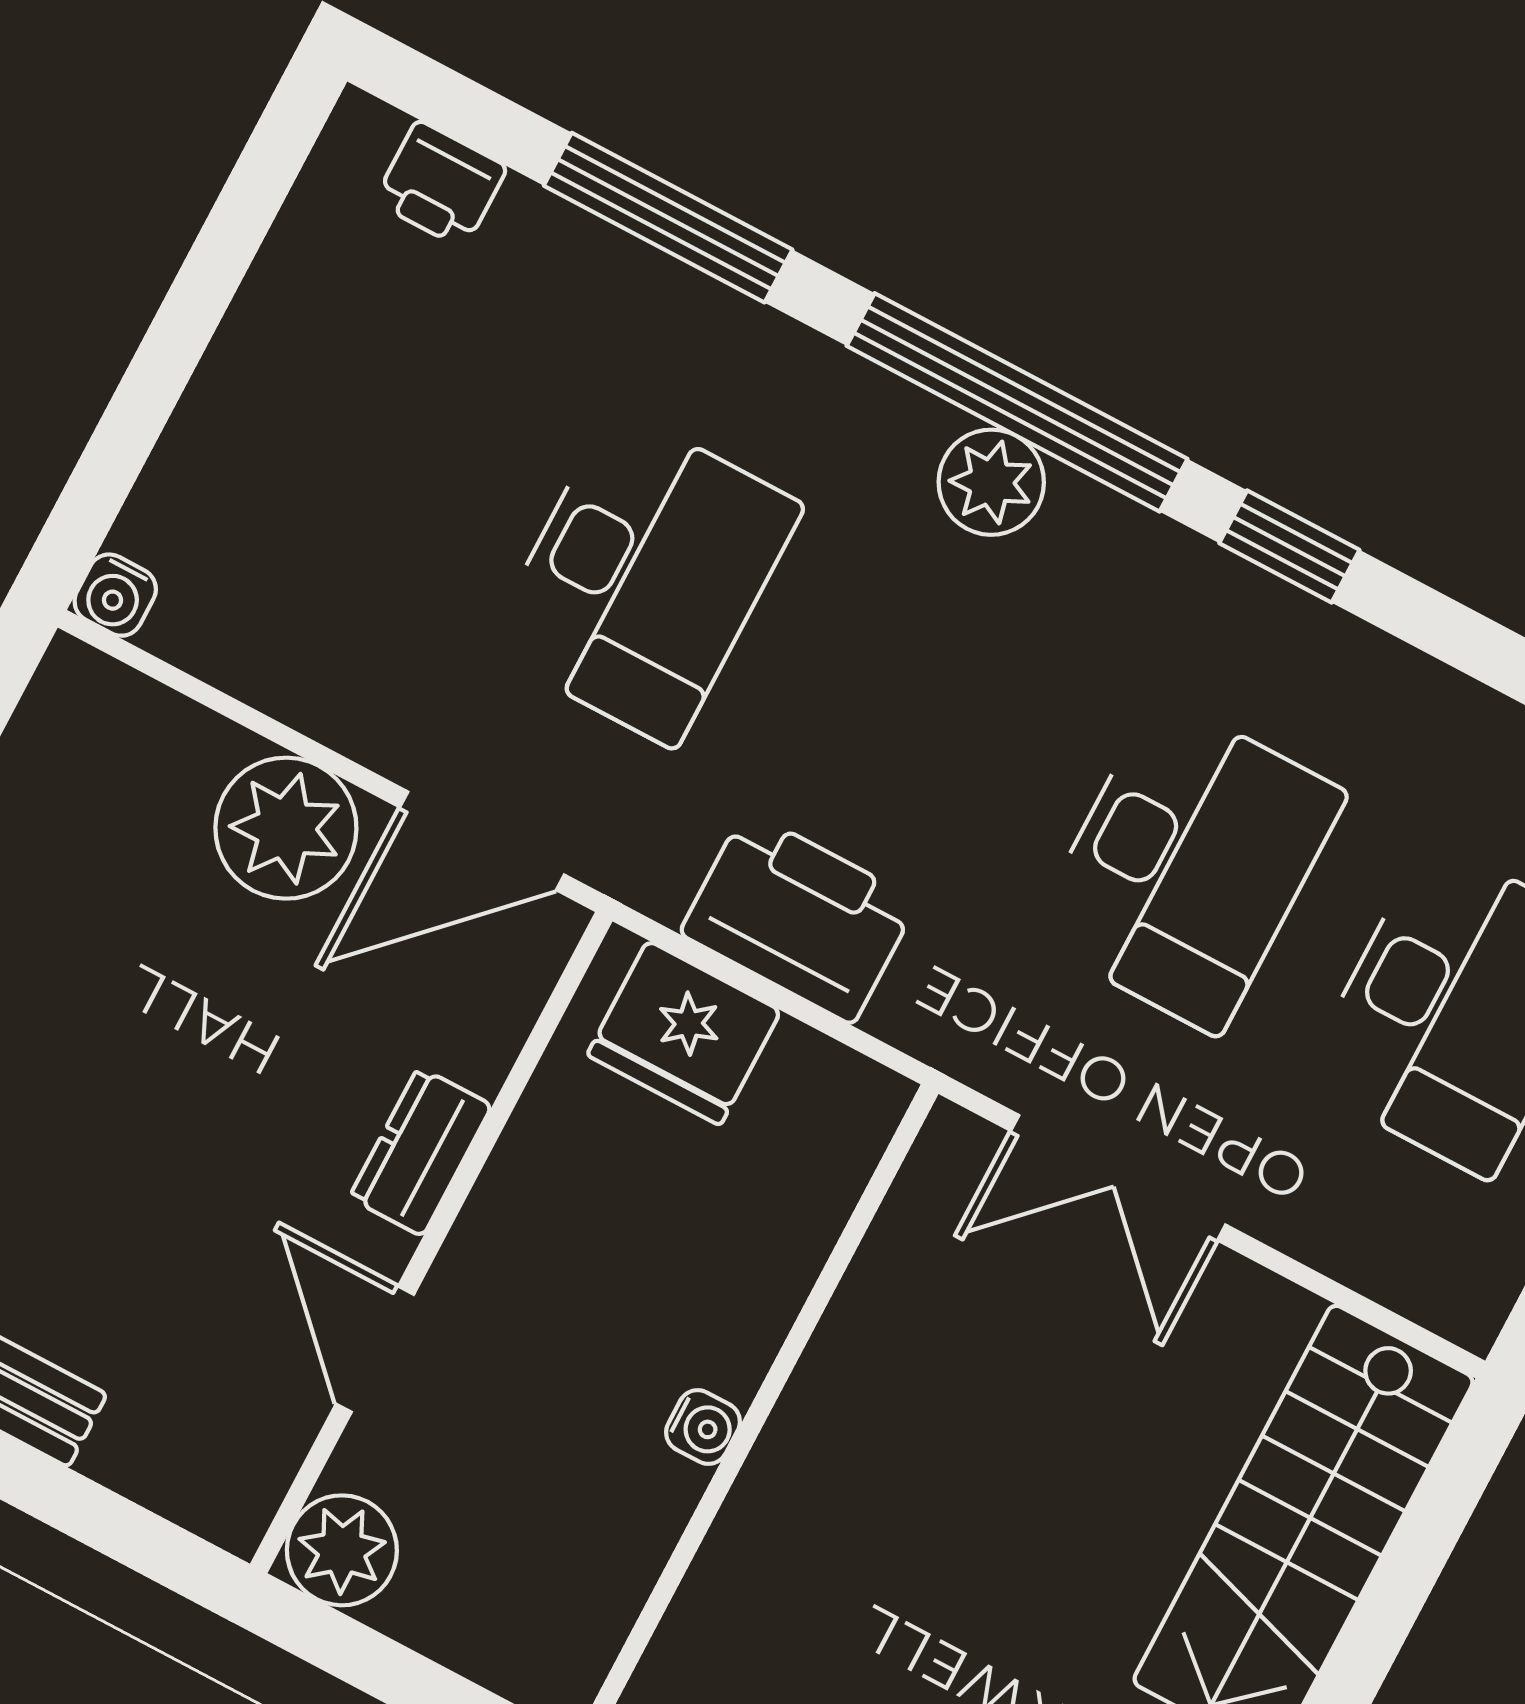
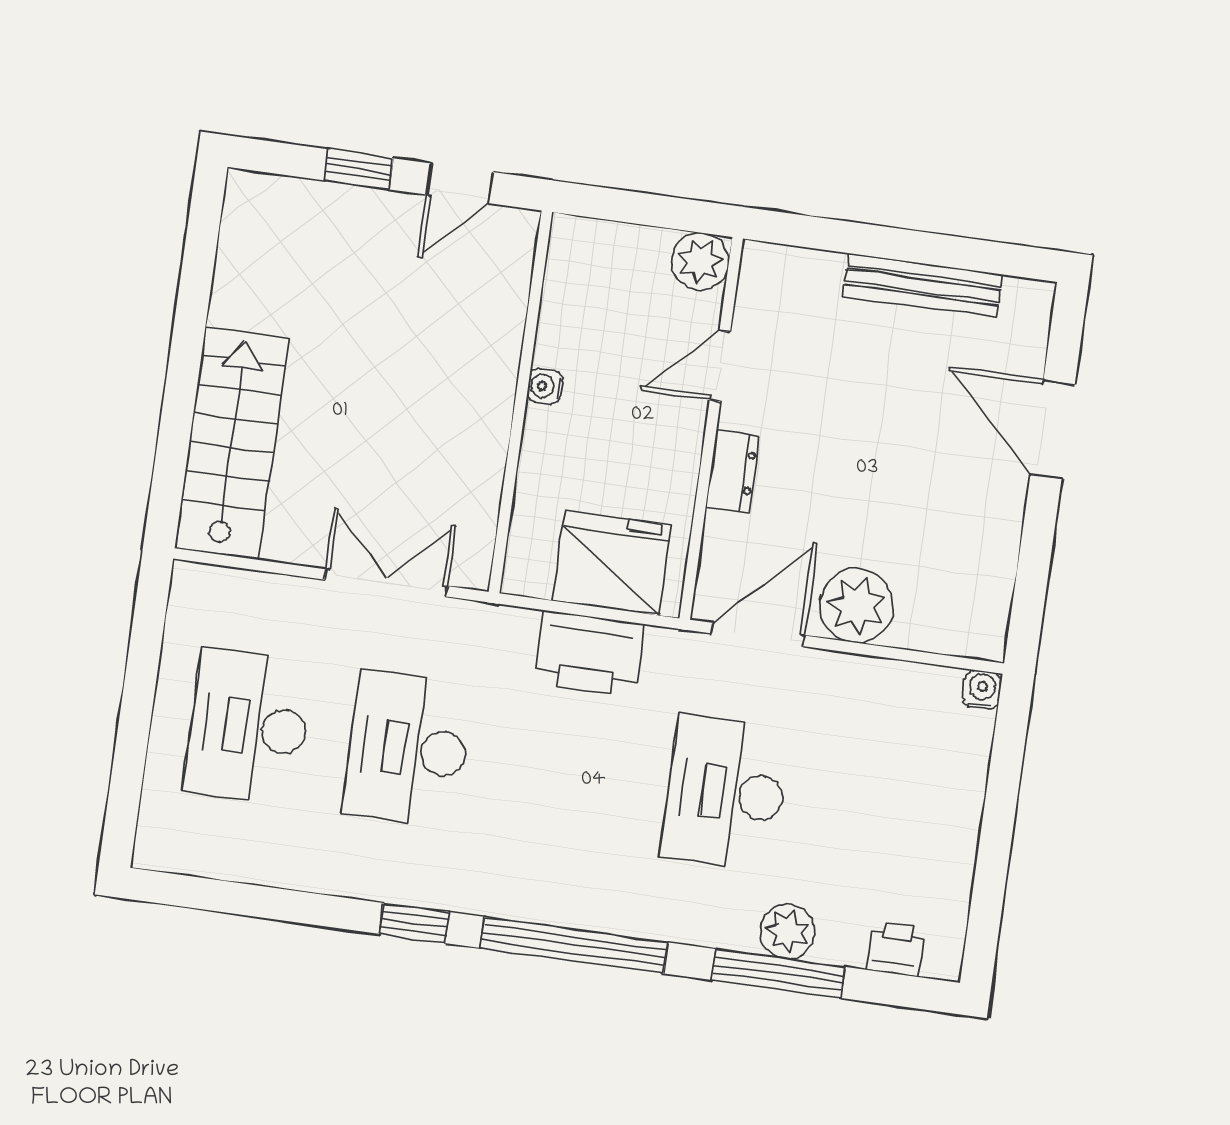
plant: (991, 482) -> (788, 931), moved
fridge: (684, 1033) -> (612, 563), width x1.36, depth x1.34
door: (375, 1349) -> (720, 366), swing flipped

